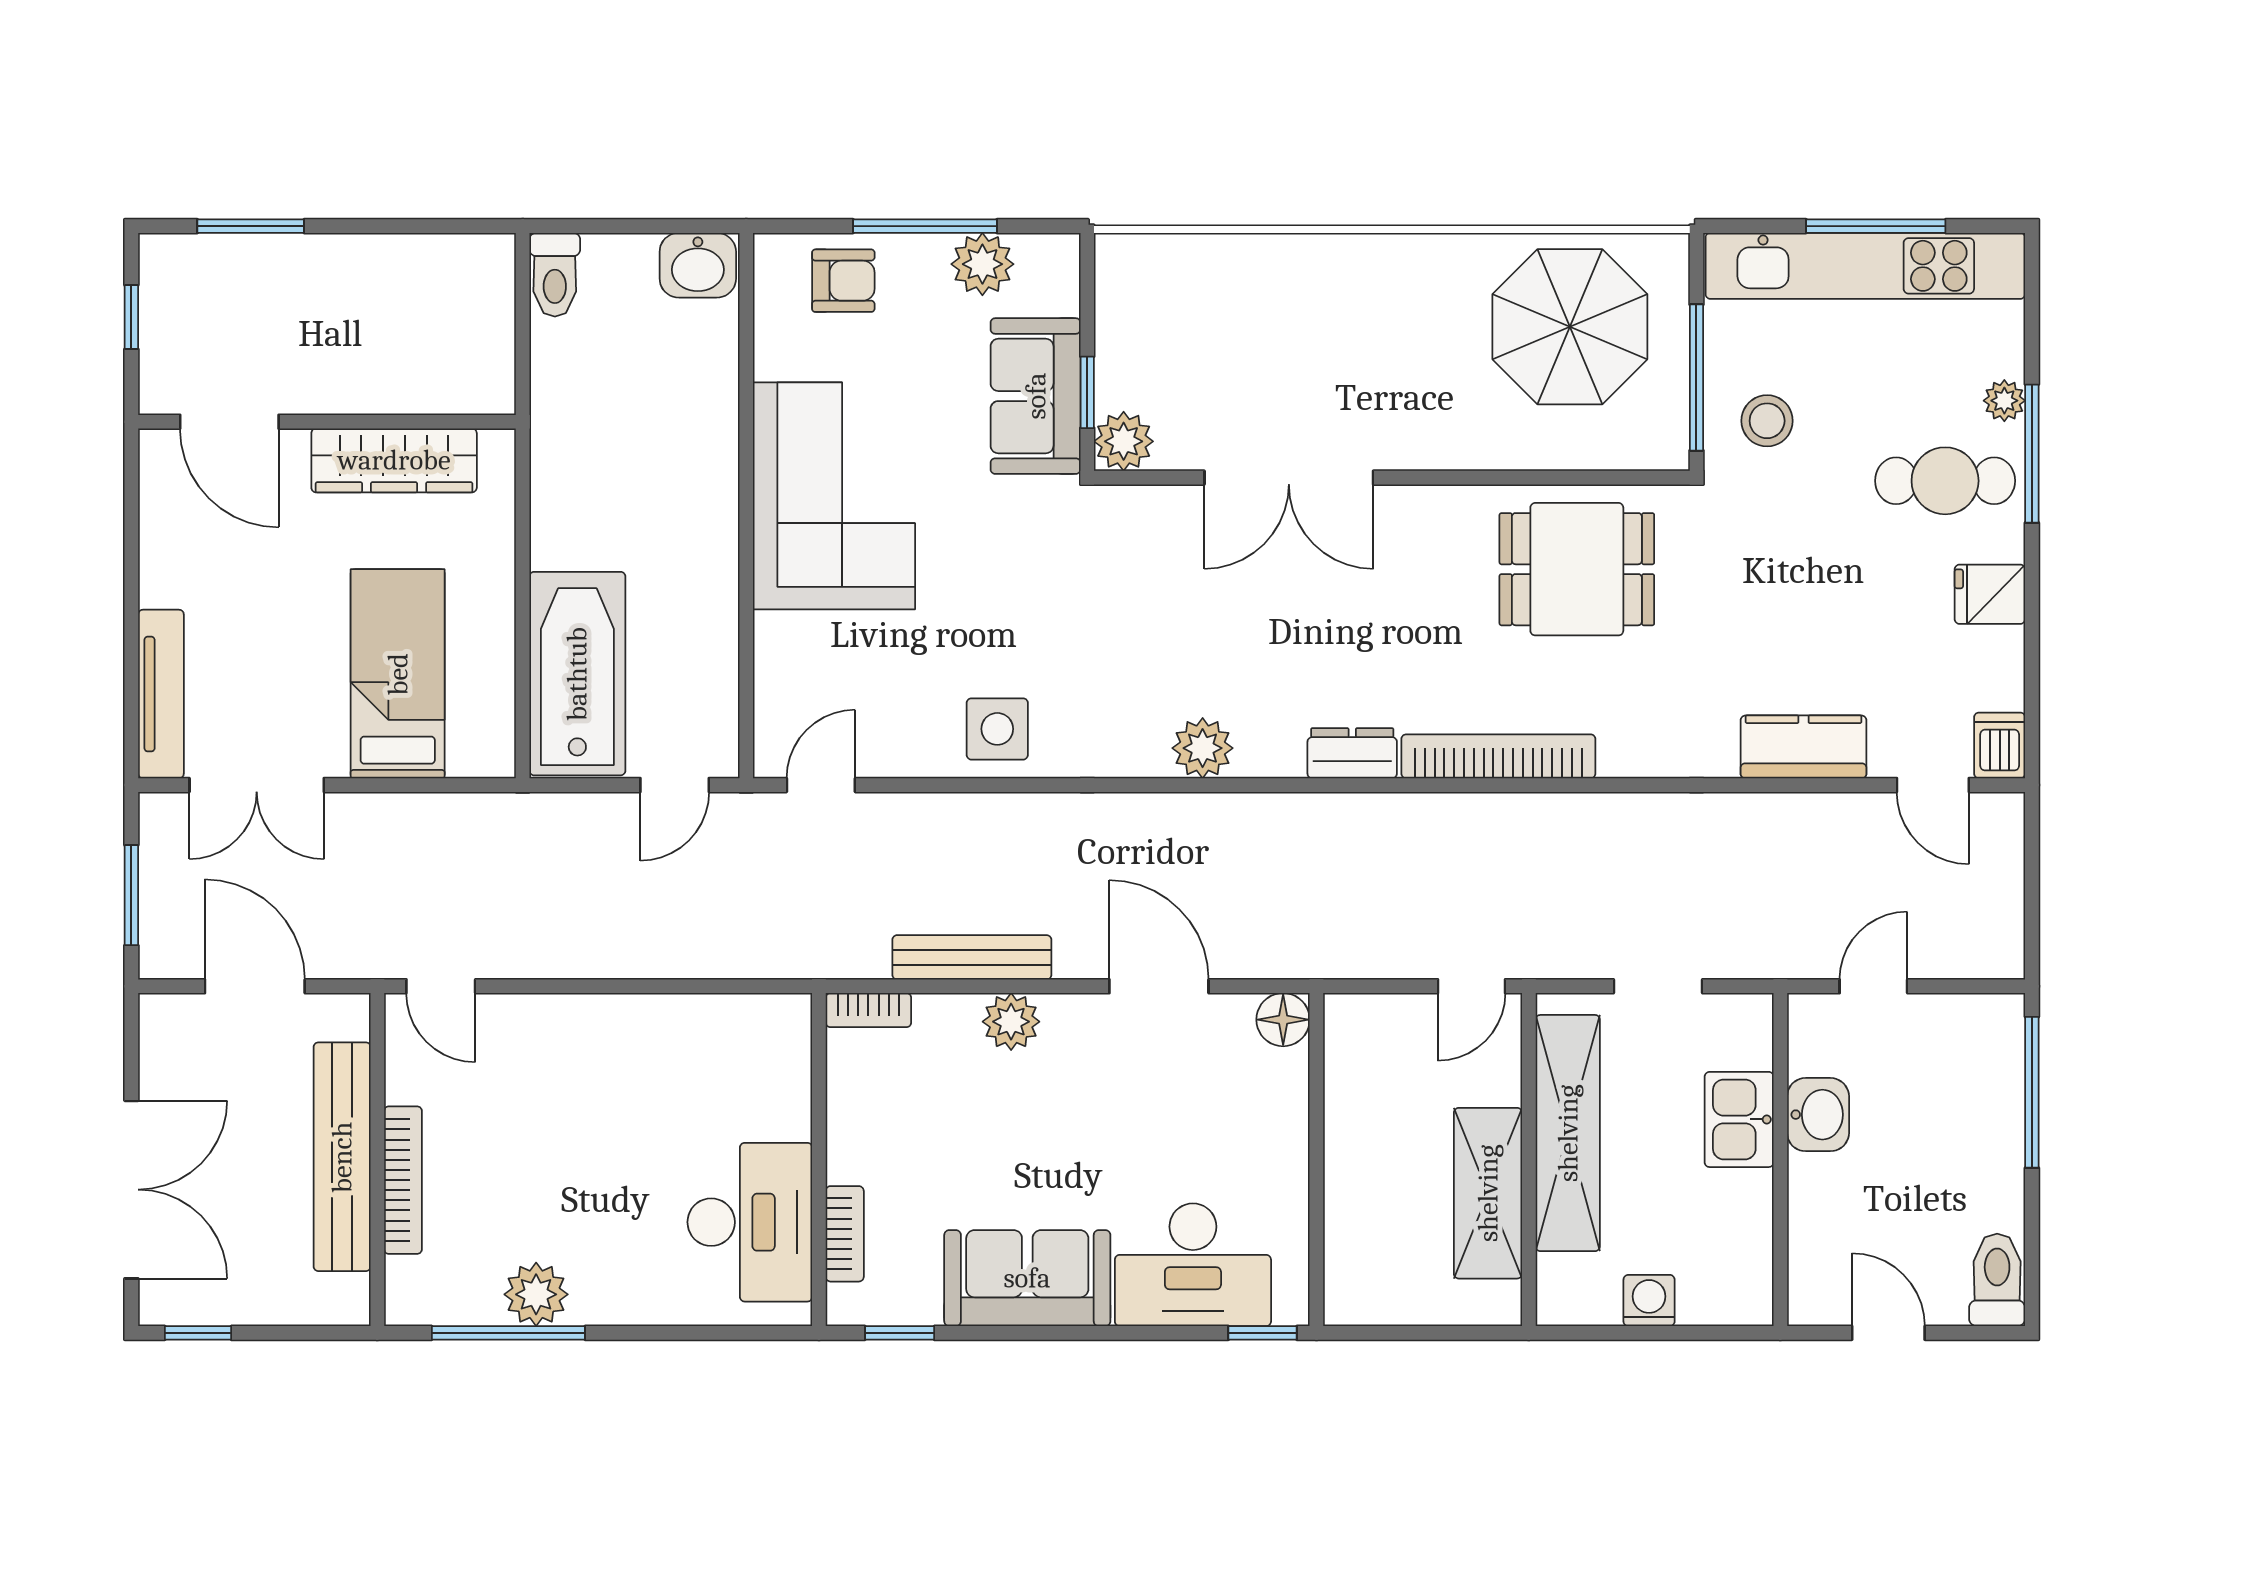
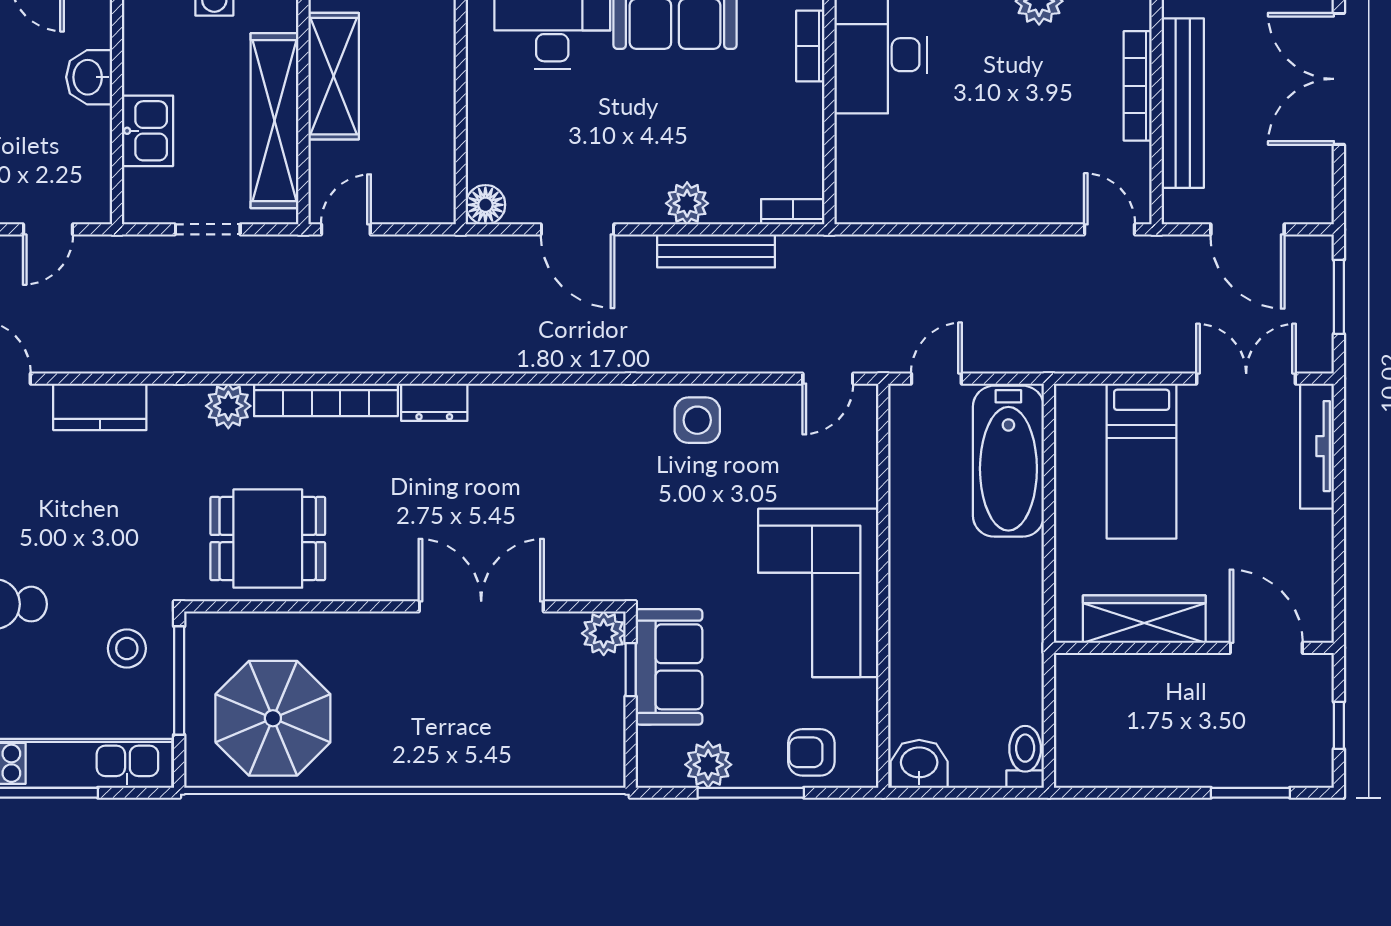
plant: (1203, 748) -> (228, 406), moved
washbasin: (1818, 1115) -> (89, 77), moved

